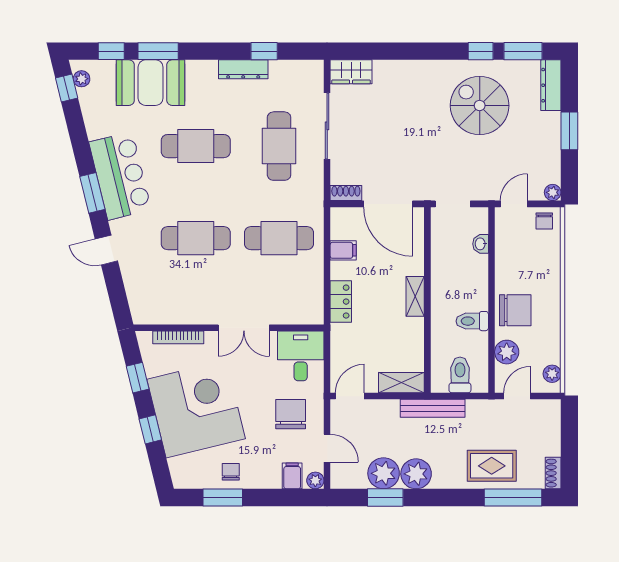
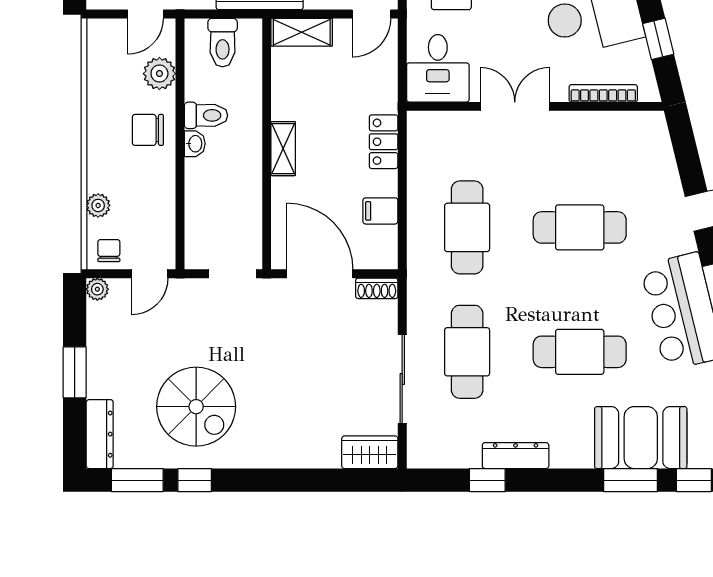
cafe table: (279, 238) -> (467, 227), turned 90
washbasin: (481, 244) -> (195, 144), moved
chair: (515, 310) -> (148, 130), width x0.73, depth x0.73
plant: (552, 374) -> (98, 205), moved

